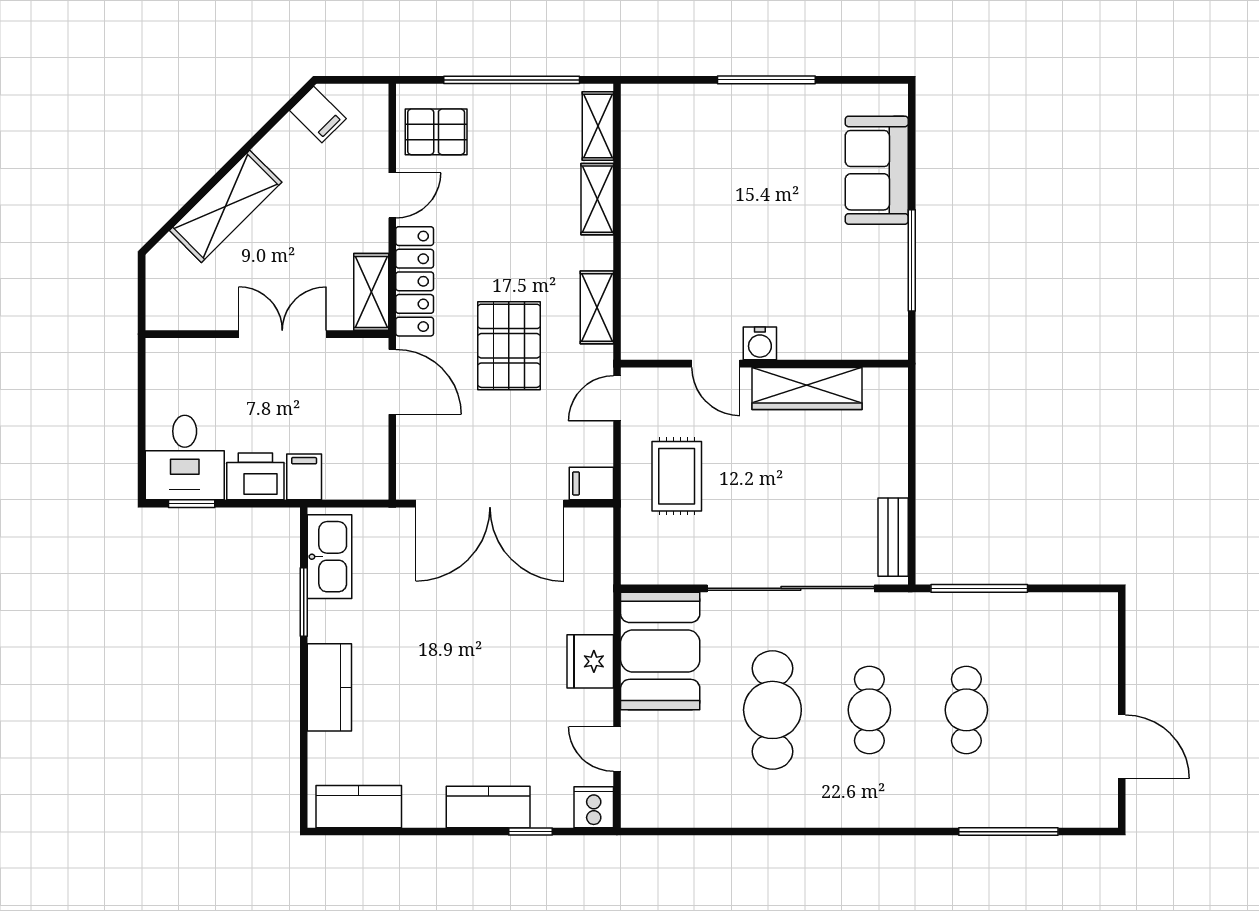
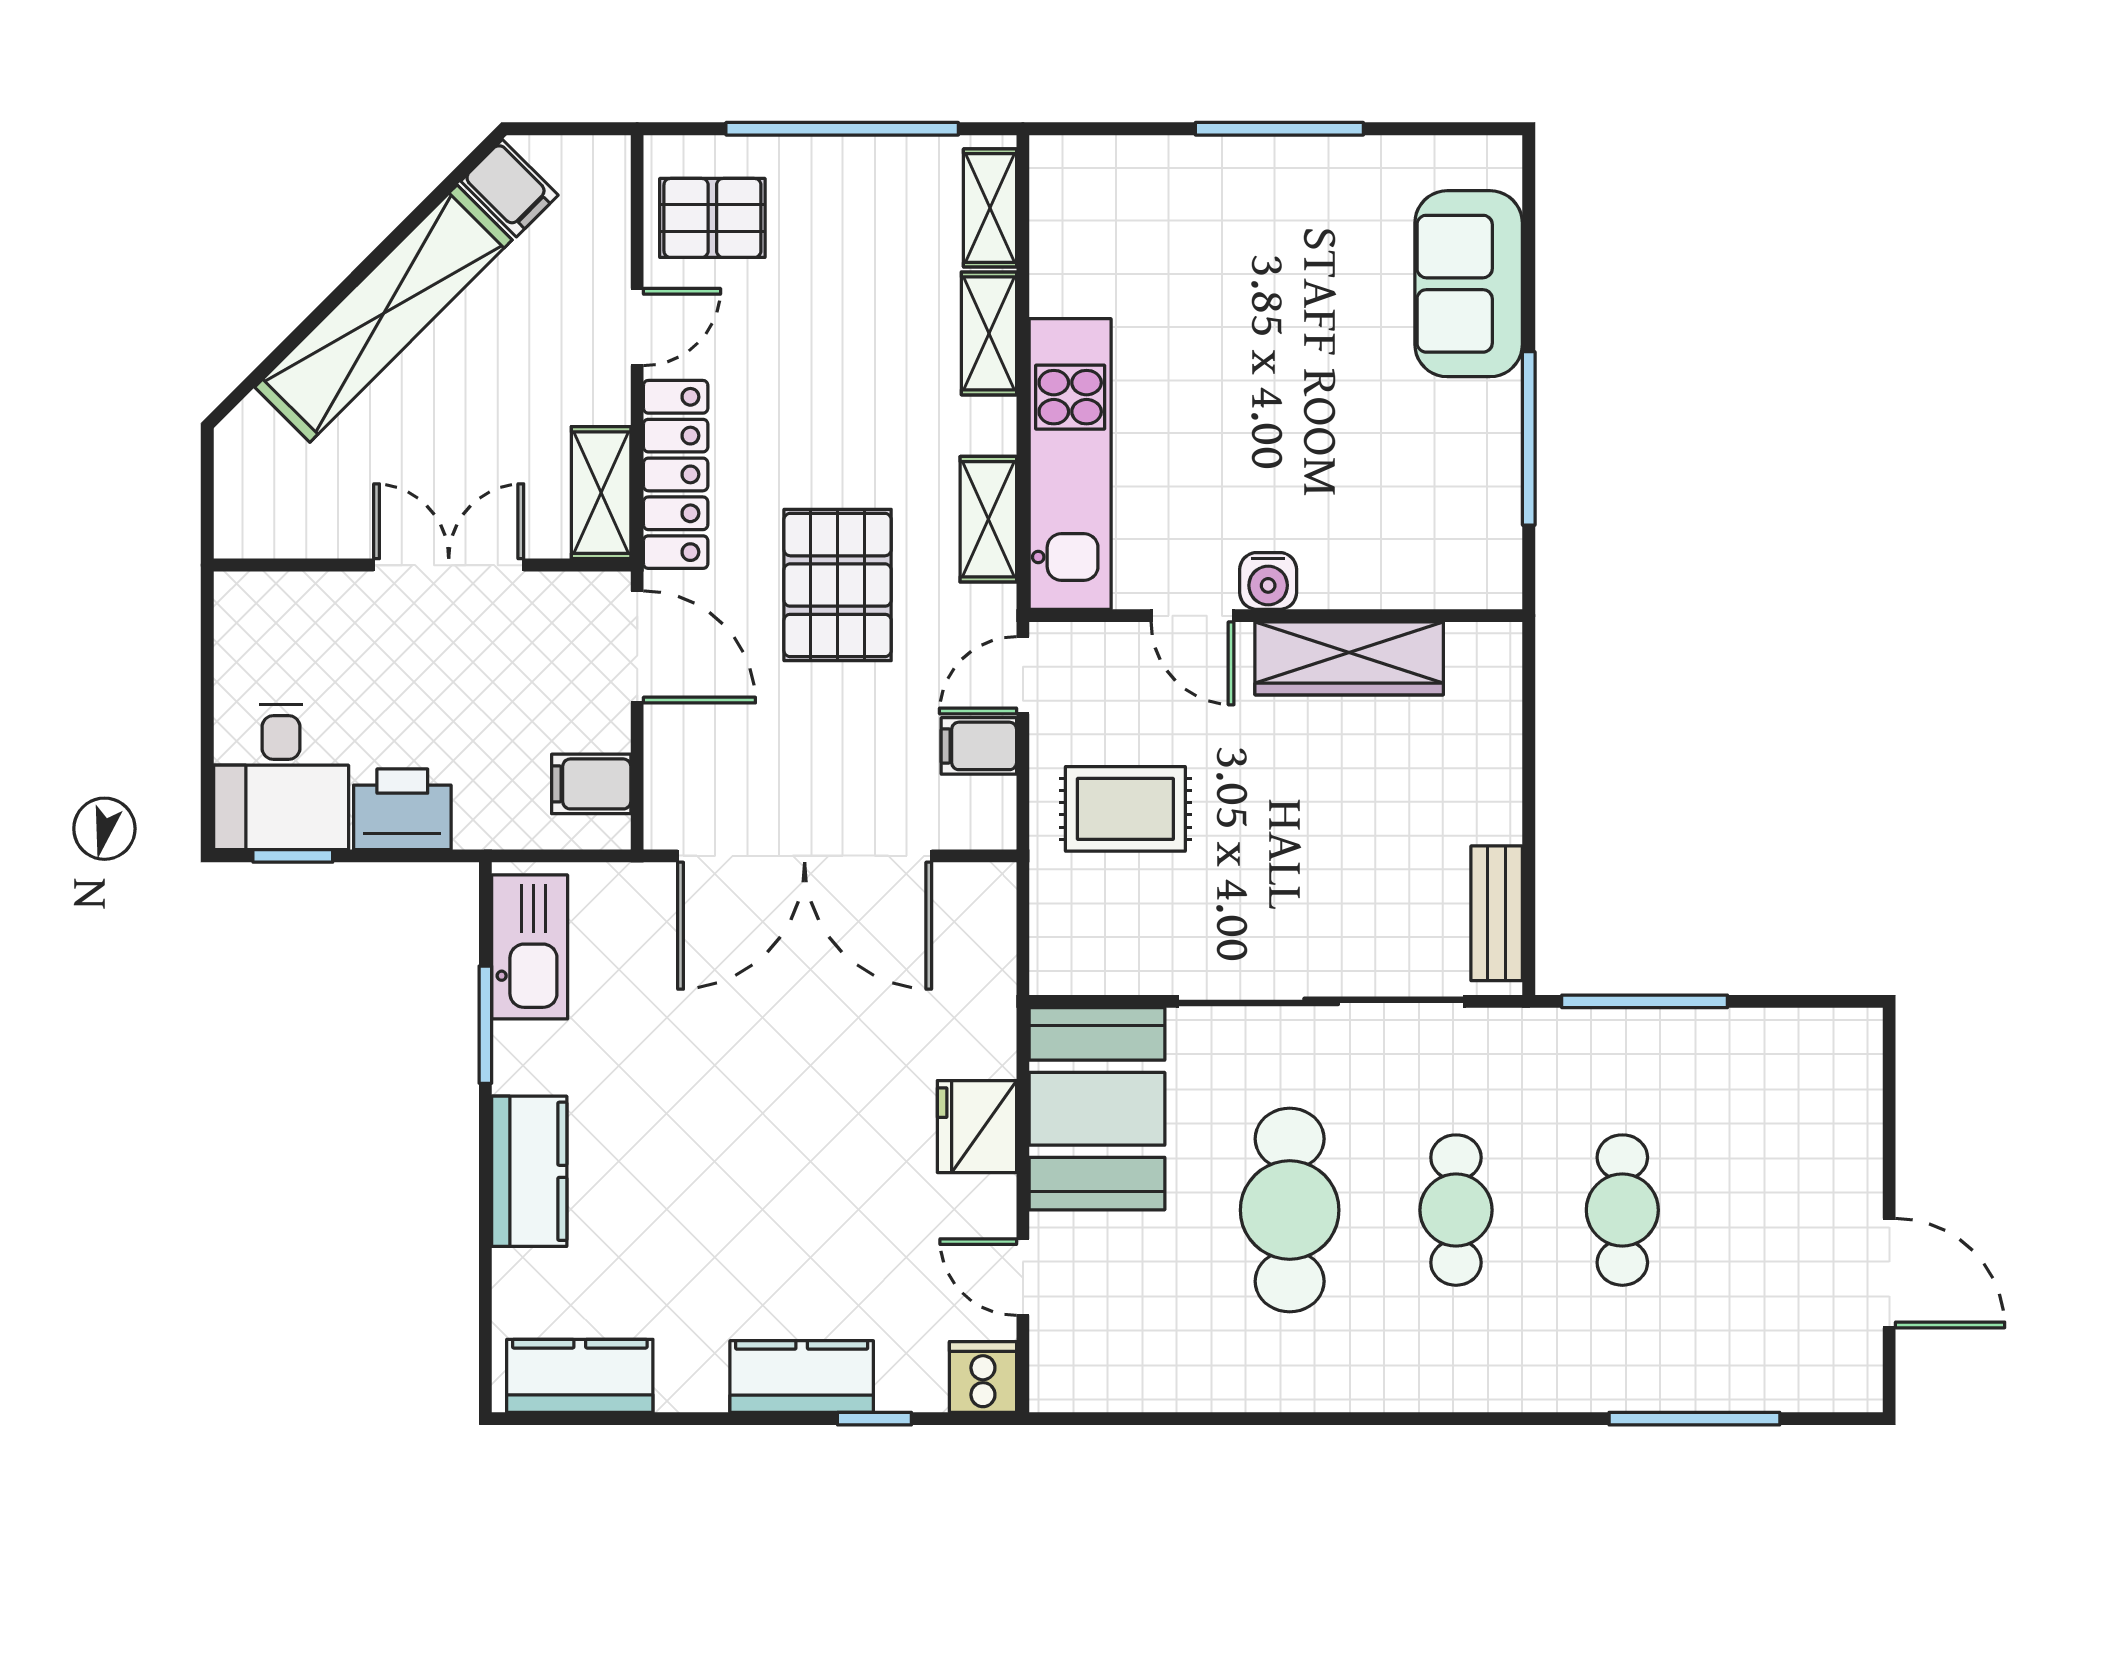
shelving: (226, 206) -> (383, 314), width x1.47
kitchen unit: (645, 275) -> (1070, 464), added
rug: (677, 476) -> (1125, 809), turned 90
filing cabinet: (304, 477) -> (591, 784), moved, turned -90
filing cabinet: (591, 483) -> (979, 746), moved

